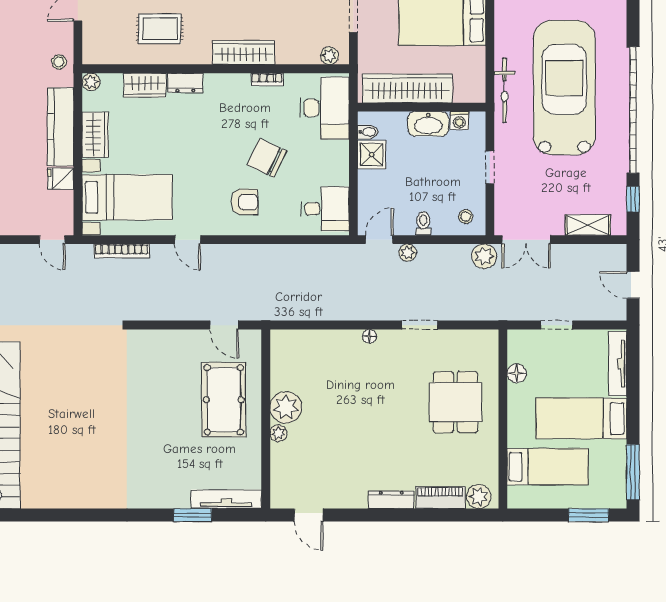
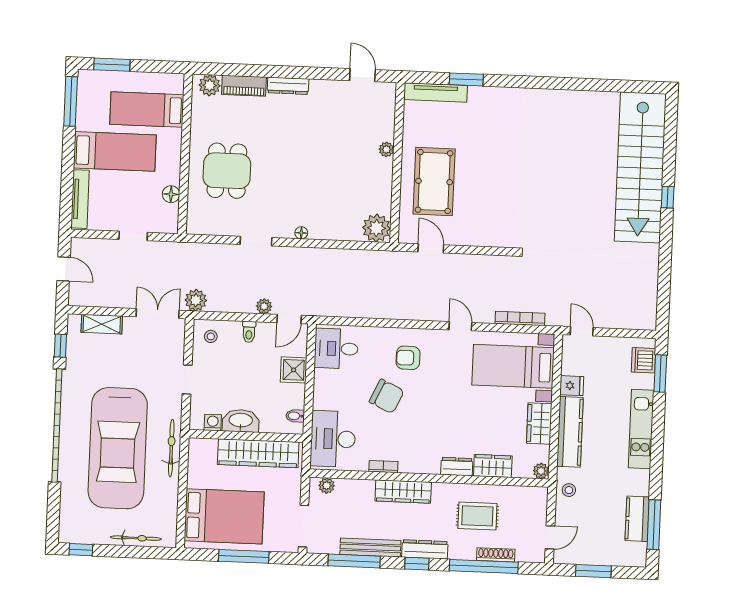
shower: (372, 155) -> (294, 370), moved
plant: (286, 407) -> (376, 228), moved

